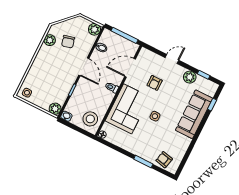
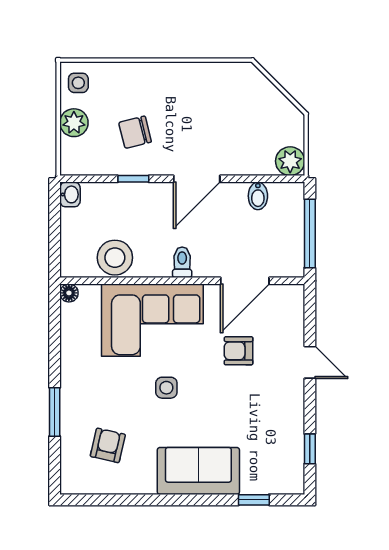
plant: (50, 40) -> (218, 75), removed
chair: (68, 42) -> (135, 132), moved
door: (130, 68) -> (245, 281), swing flipped
plant: (190, 77) -> (290, 421), removed
plant: (55, 109) -> (74, 123), moved
sofa: (194, 114) -> (198, 471), width x0.73
stool: (90, 119) -> (115, 258), moved
armchair: (164, 160) -> (108, 445), moved

